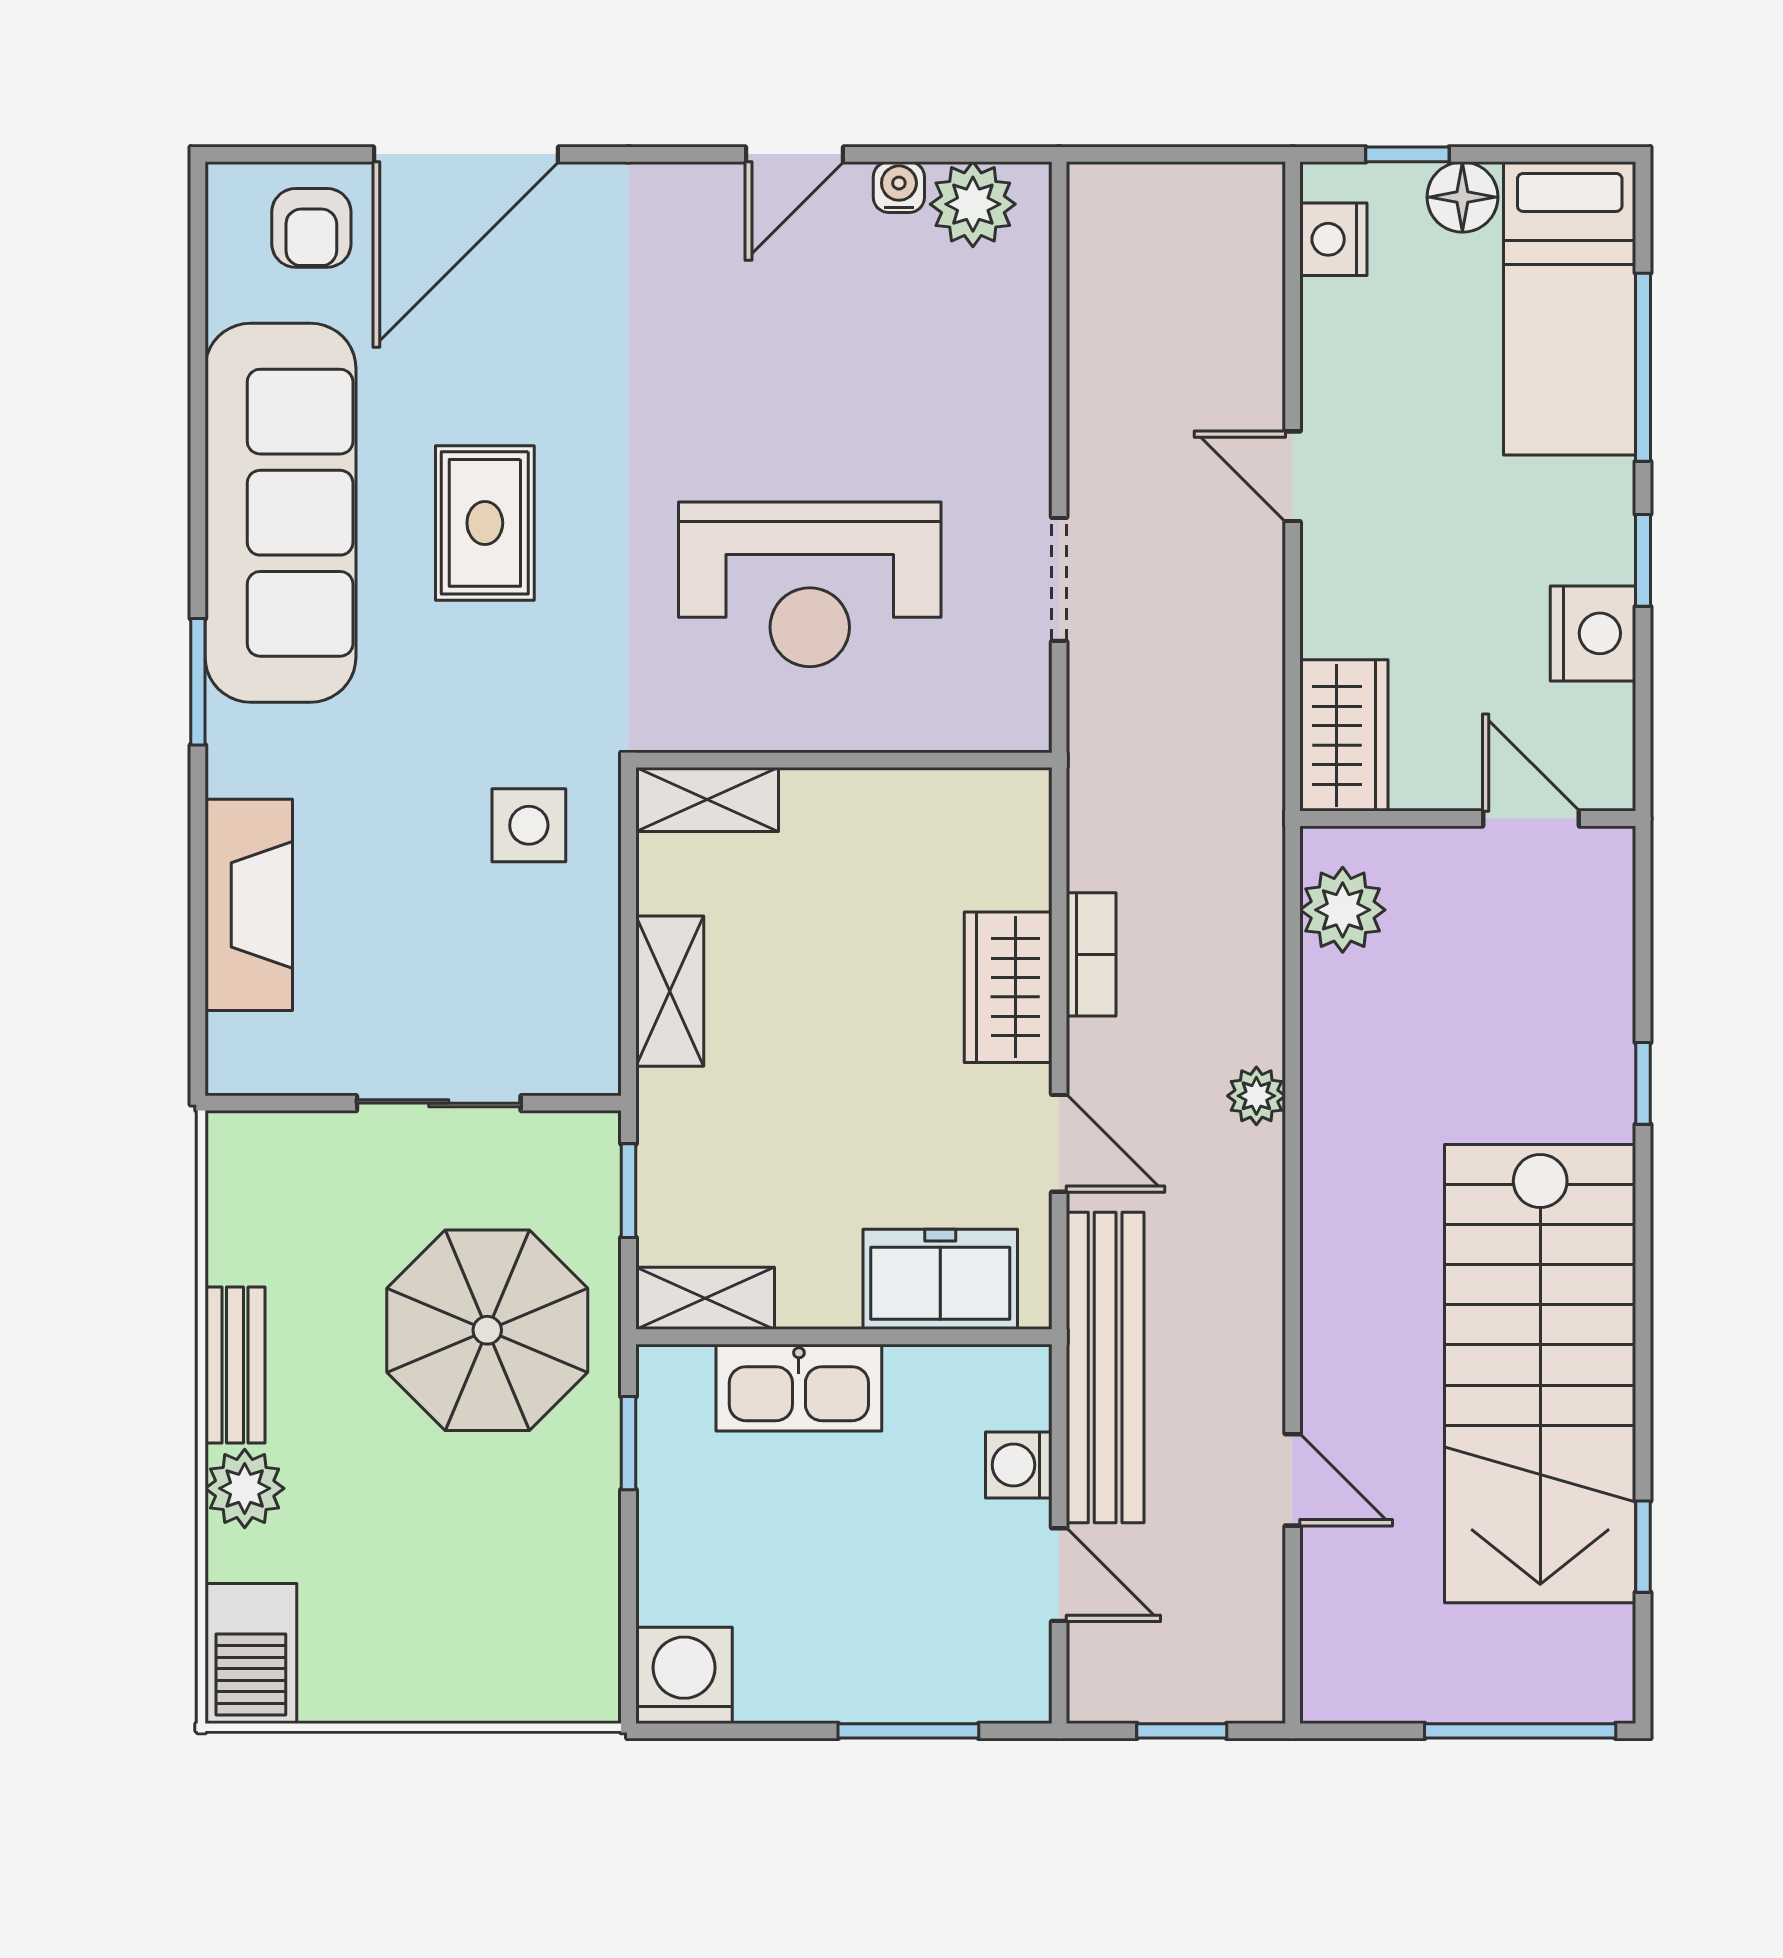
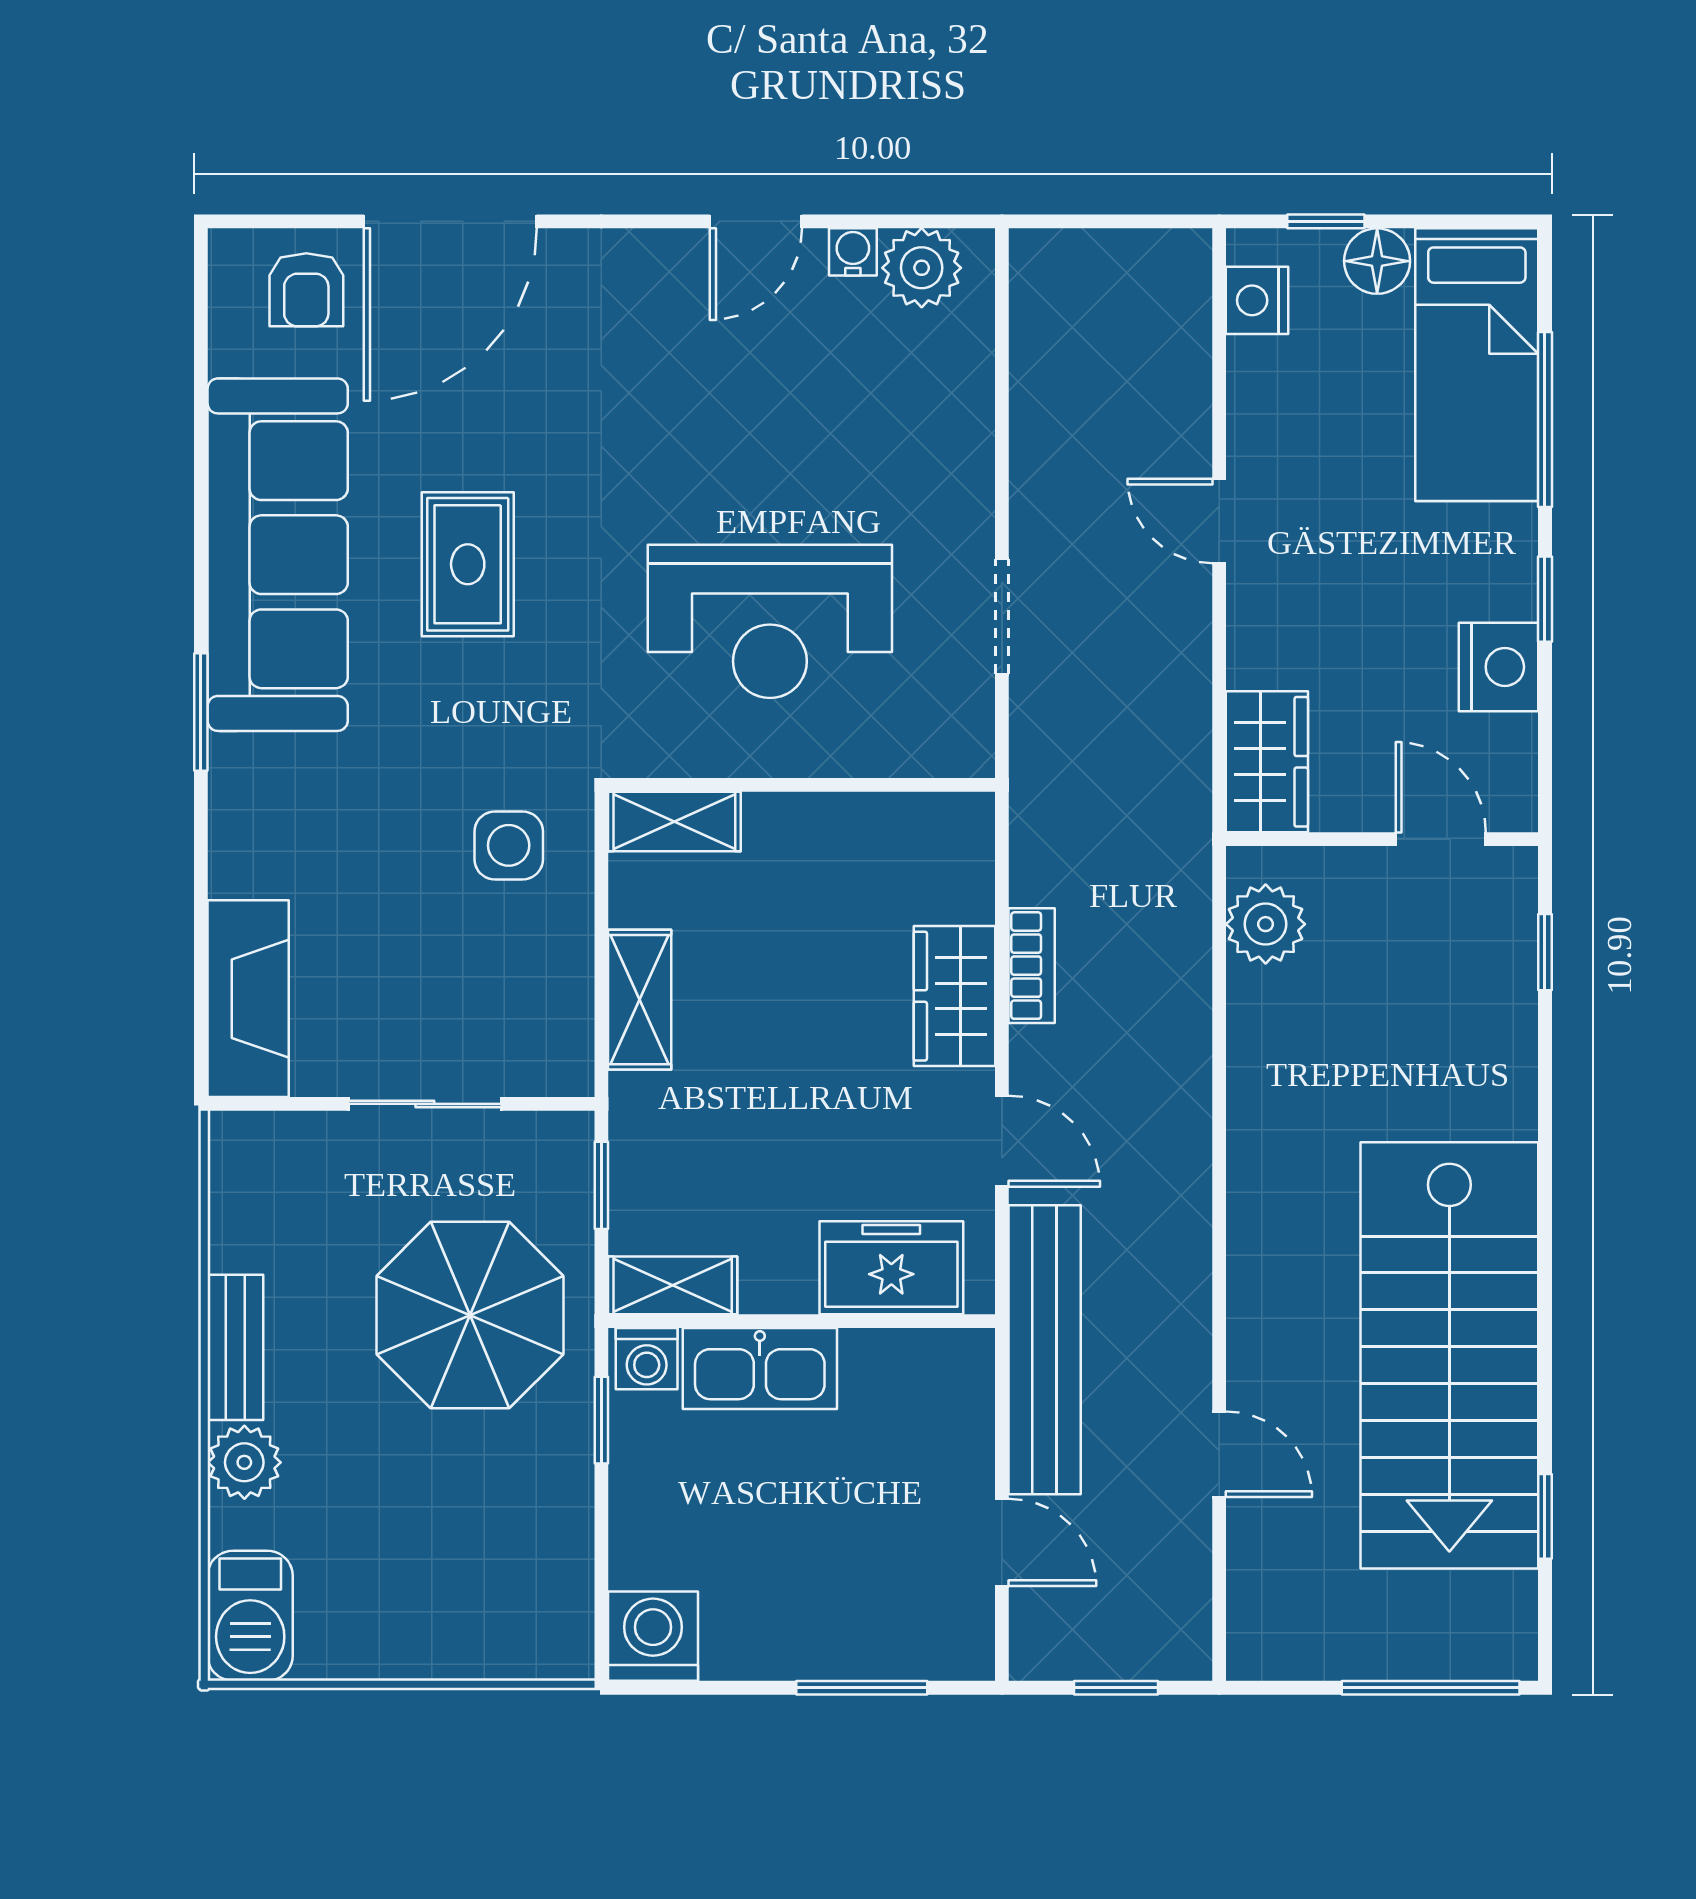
fireplace: (249, 905) -> (248, 999), moved
window: (1643, 1083) -> (1545, 952), moved
plant: (1256, 1096) -> (1185, 1097), removed
washing machine: (1019, 1465) -> (647, 1359), moved, turned -90

